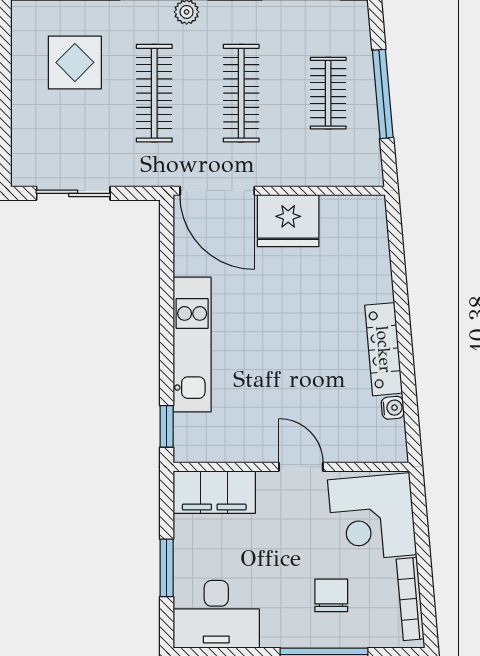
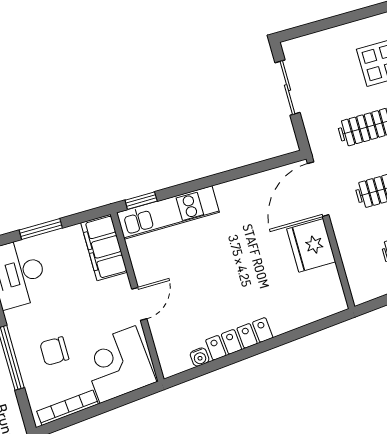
kitchen unit: (192, 344) -> (168, 212), moved
chair: (331, 595) -> (54, 351), turned 180

